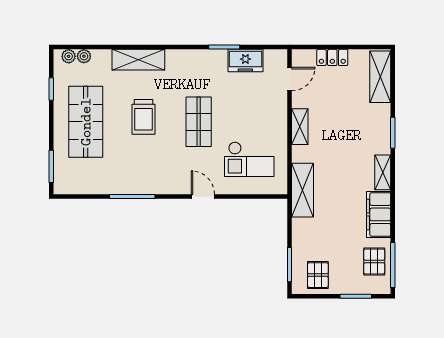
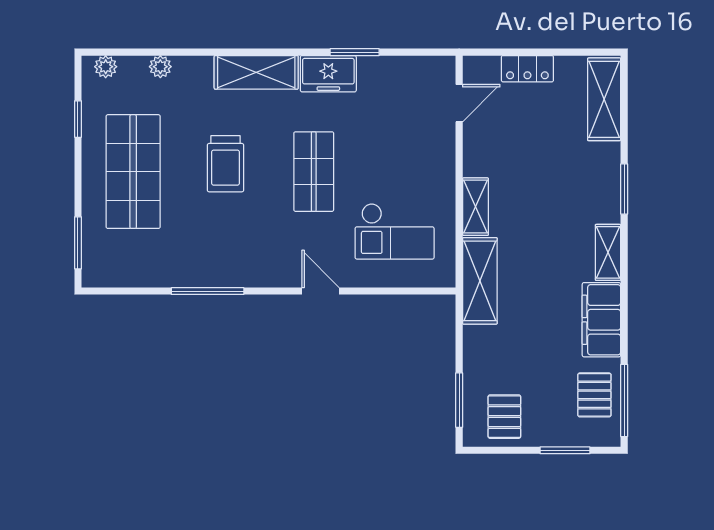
plant: (84, 56) -> (160, 67), moved
shelving: (138, 60) -> (256, 72), moved
freezer: (245, 61) -> (328, 74), moved
shelving: (300, 127) -> (475, 207), moved

